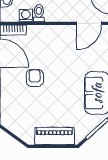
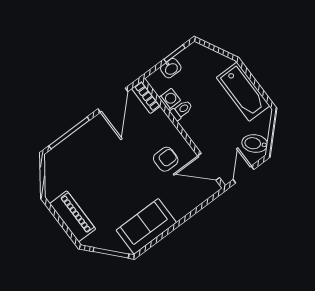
armchair: (35, 78) -> (166, 159), moved

